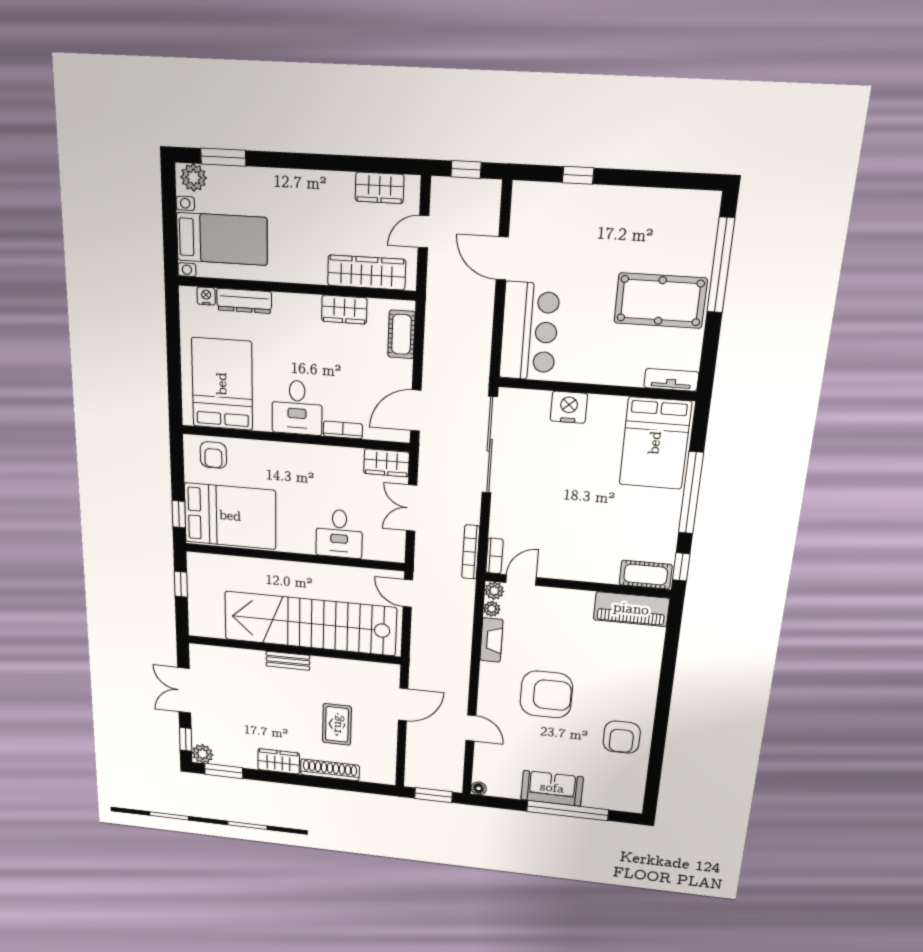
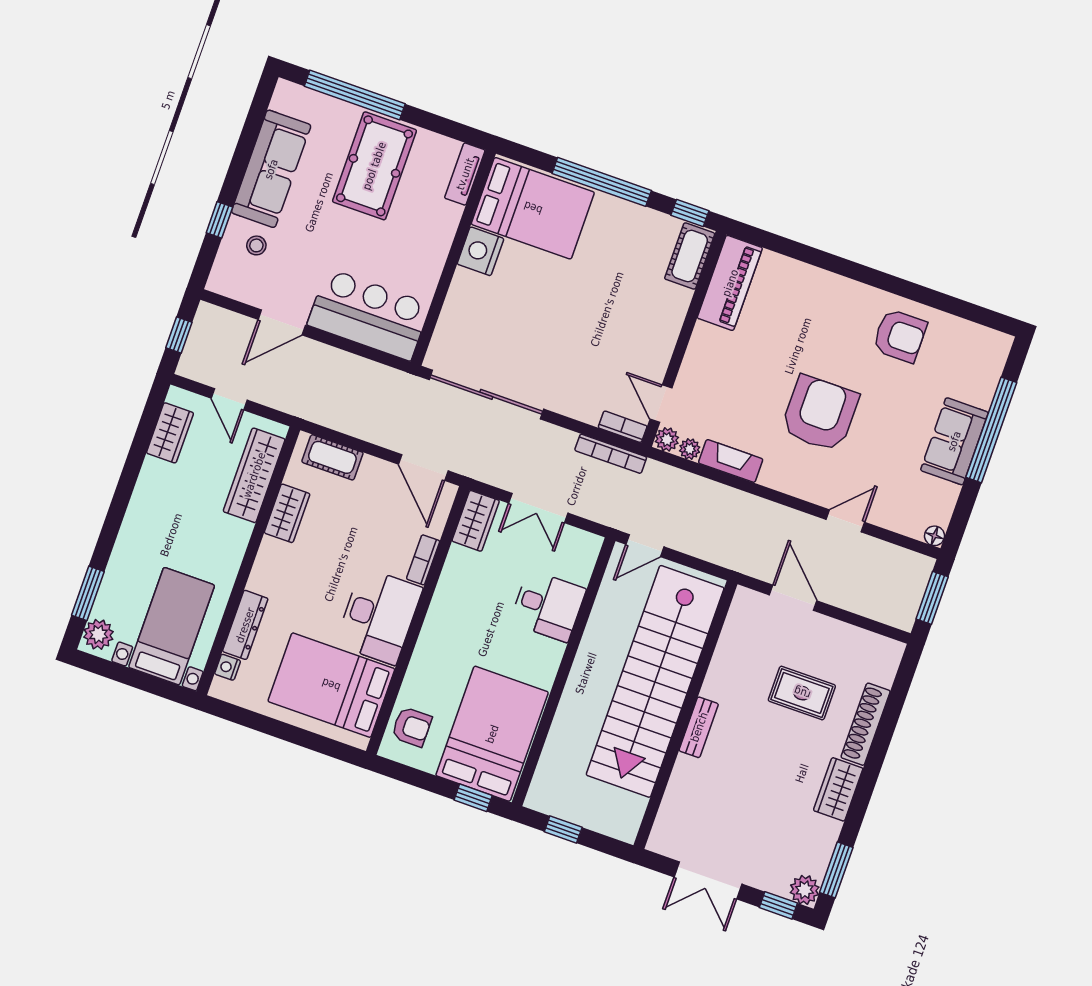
sofa: (636, 209) -> (271, 169), added
stool: (564, 216) -> (256, 245), added
desk: (297, 407) -> (379, 616), width x1.37
nightstand: (569, 407) -> (480, 251), moved

